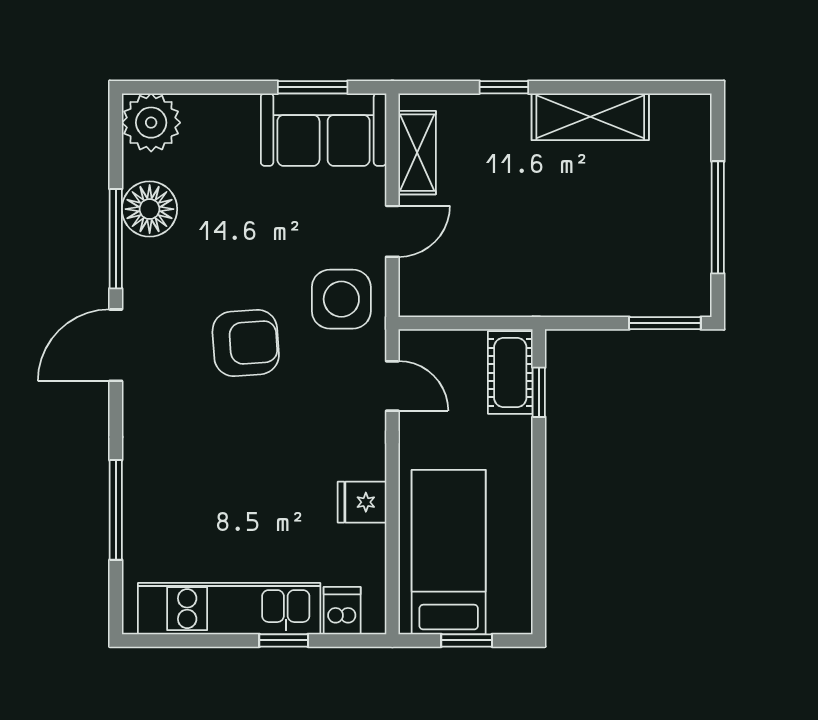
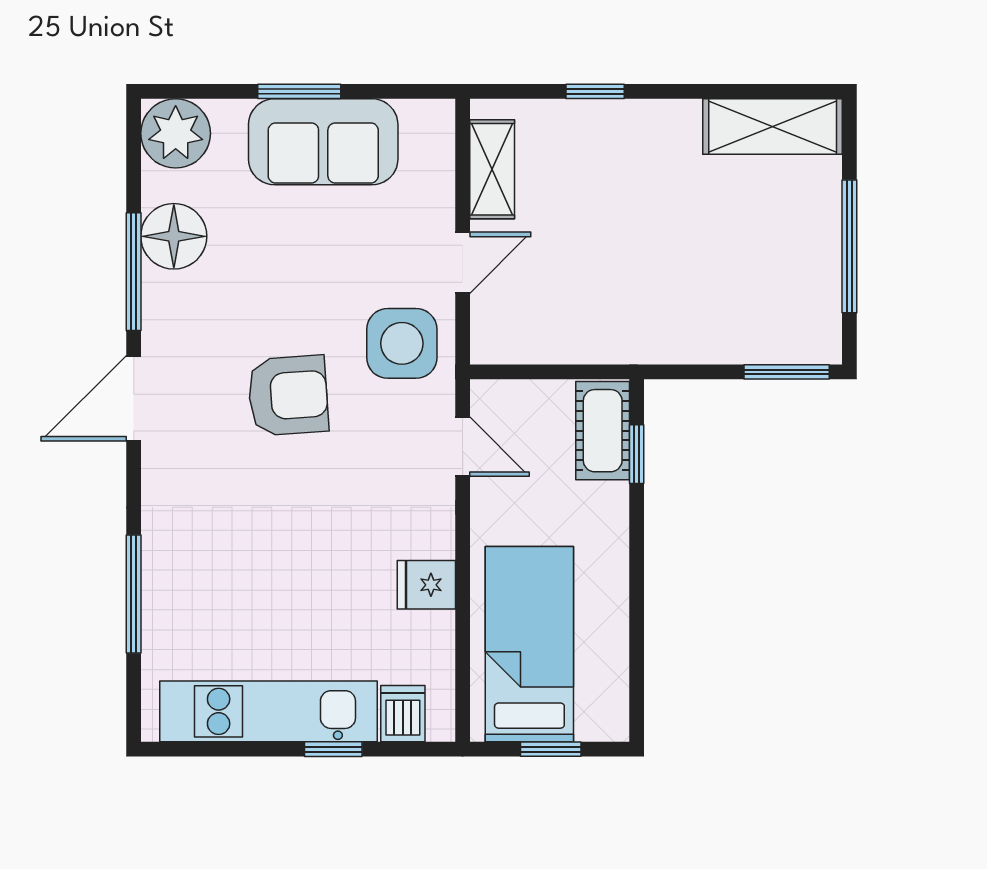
window: (313, 87) -> (299, 91), moved
shelving: (590, 117) -> (773, 127), moved
sofa: (324, 130) -> (323, 142), moved

